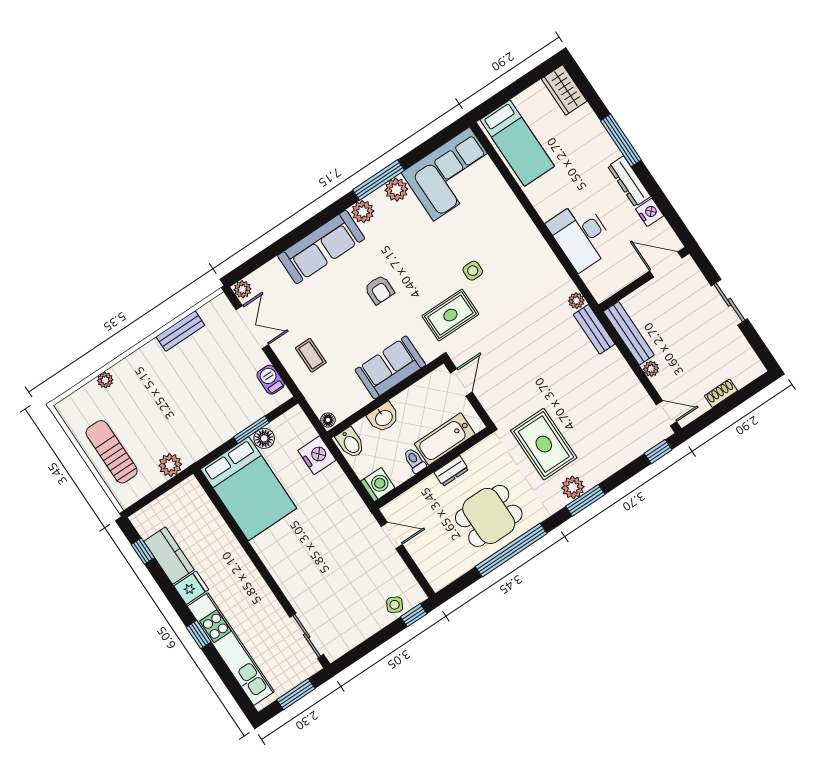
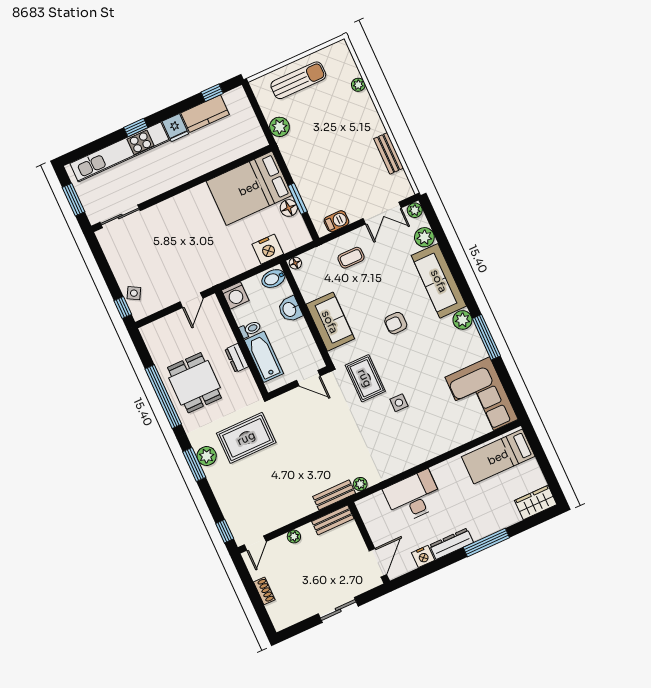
plant: (396, 190) -> (424, 237), moved
bench: (629, 333) -> (333, 520), width x0.73

